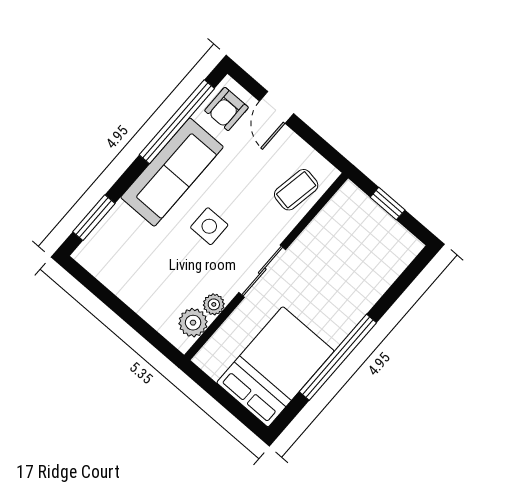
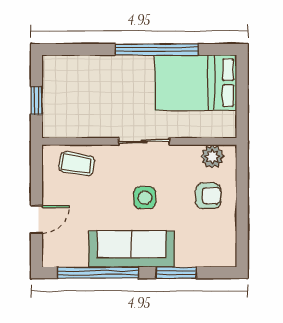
armchair: (227, 109) -> (208, 196), moved
window: (94, 218) -> (176, 273), moved
plant: (214, 304) -> (190, 153), removed

